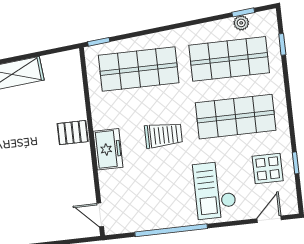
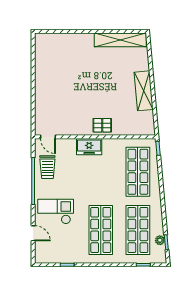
pallet: (73, 133) -> (102, 125), turned 90
trolley: (163, 135) -> (47, 167), moved
display table: (268, 168) -> (66, 247), removed
door: (100, 215) -> (48, 137), swing flipped
door: (269, 219) -> (33, 233), moved

